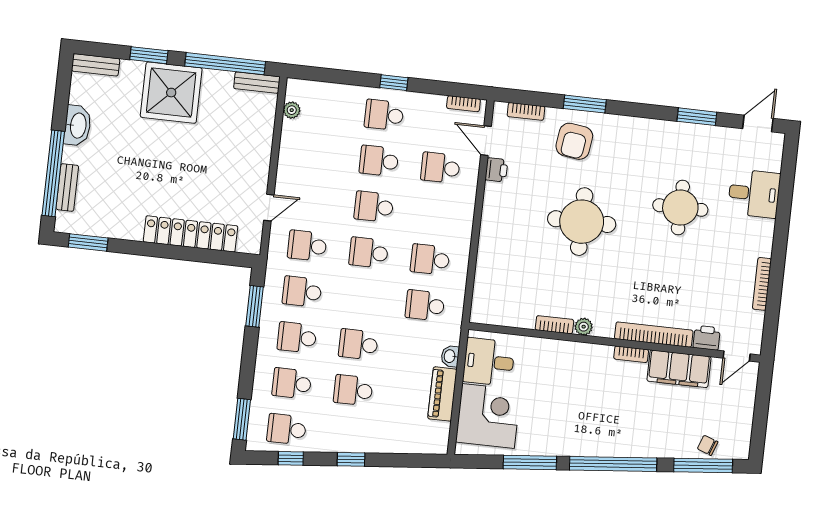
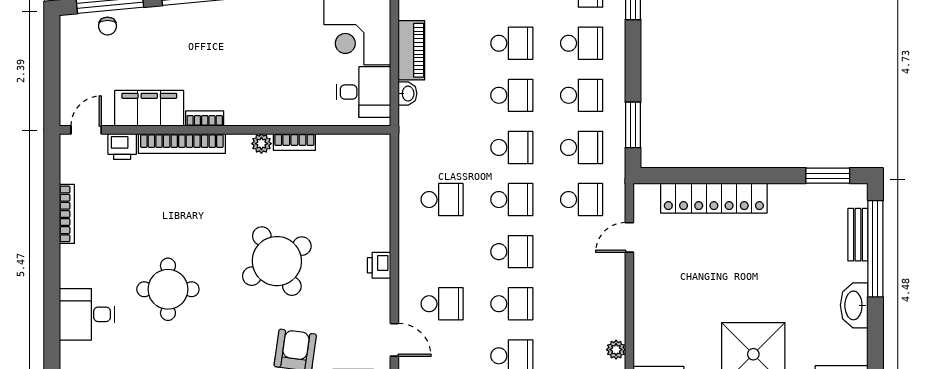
printer: (496, 170) -> (379, 265), moved
round table: (582, 222) -> (277, 261), turned -31
school desk: (425, 305) -> (512, 147), moved
chair: (708, 445) -> (108, 26), turned 70

